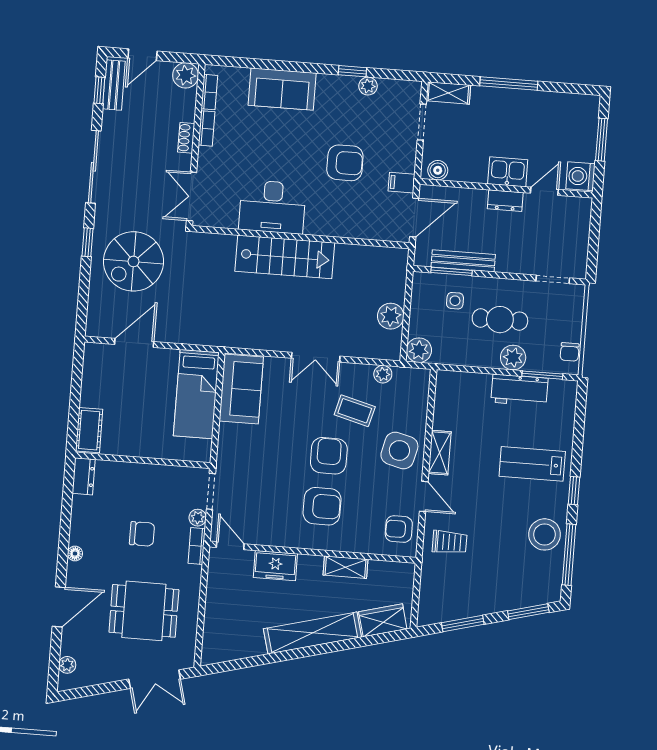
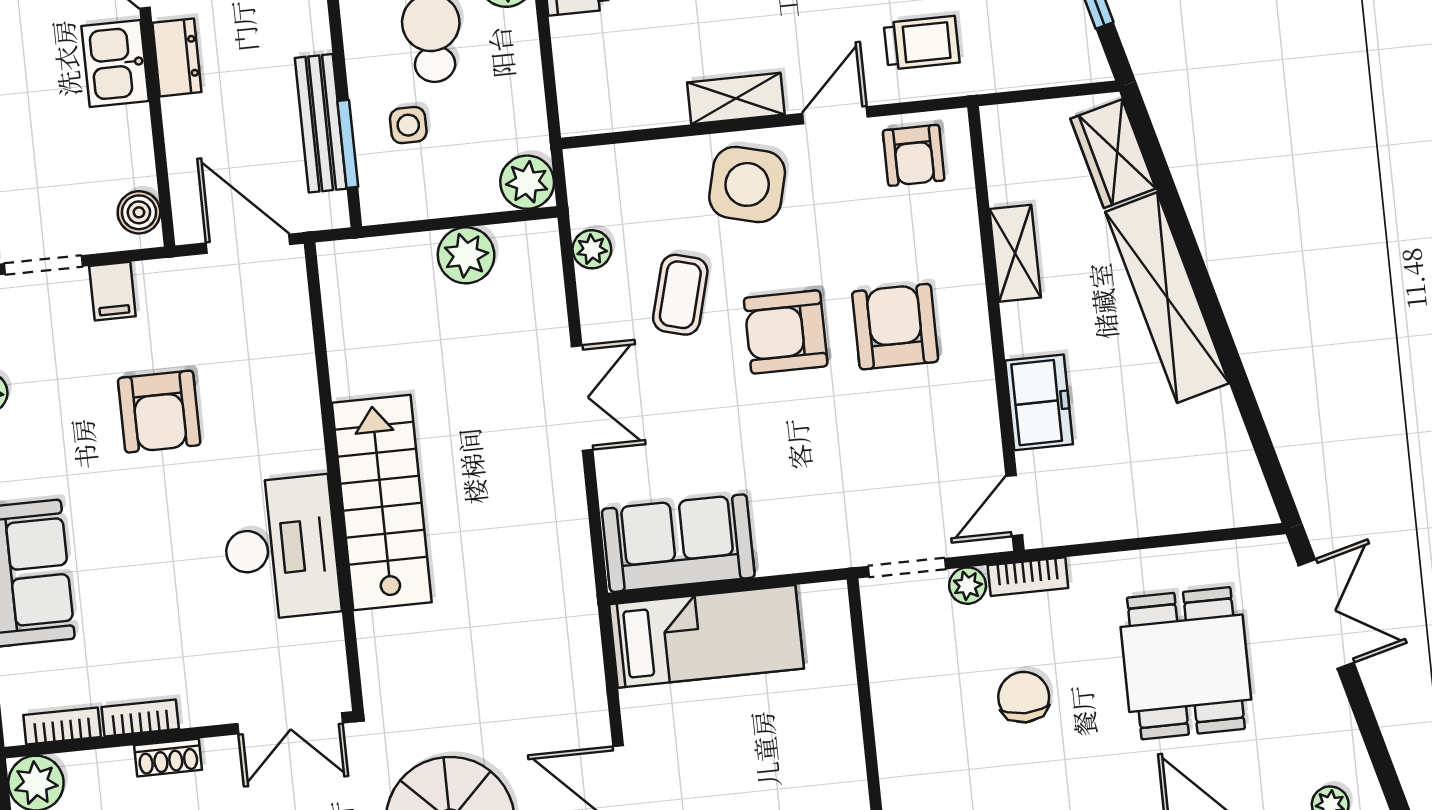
armchair: (345, 163) -> (159, 412), turned 180
filing cabinet: (401, 183) -> (112, 291), moved
trolley: (450, 542) -> (922, 43), turned 90

